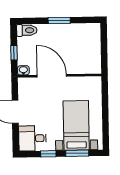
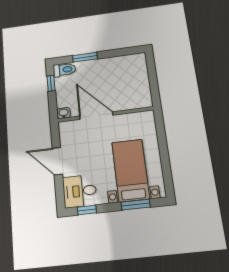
window: (59, 20) -> (85, 57), moved
window: (14, 53) -> (51, 83), moved
window: (48, 154) -> (87, 210), moved

